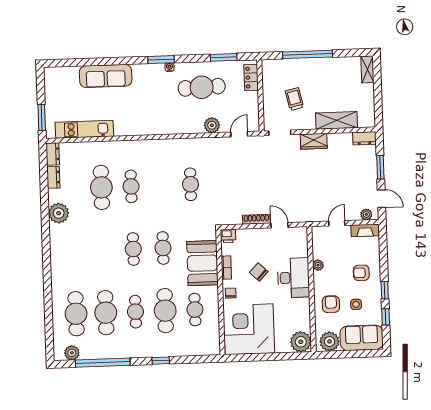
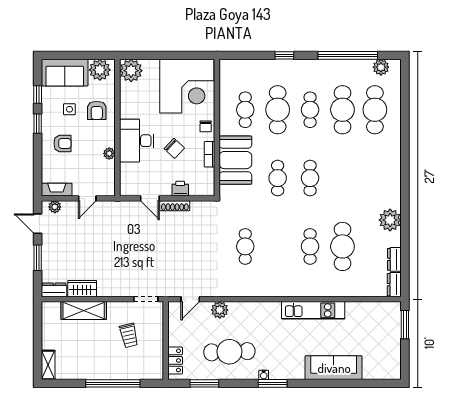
kitchen unit: (84, 129) -> (313, 310), moved
wardrobe: (314, 141) -> (82, 289), moved
printer: (228, 236) -> (180, 189), moved

